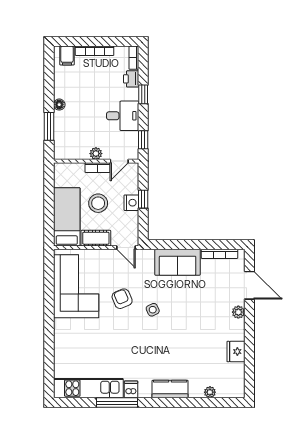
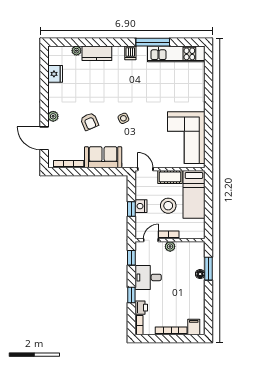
floor lamp: (59, 105) -> (200, 274), moved
armchair: (122, 299) -> (89, 122), moved
fridge: (236, 352) -> (55, 74), moved
dishwasher: (131, 389) -> (130, 53), moved
kitchen counter: (170, 389) -> (97, 53), moved

